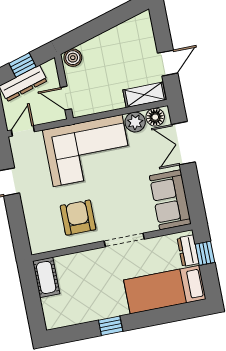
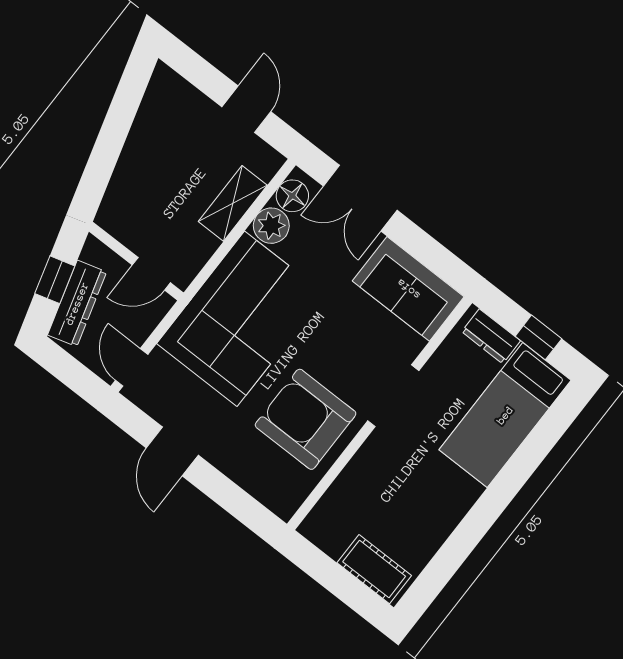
boiler: (73, 58) -> (113, 212), removed
shelving: (145, 95) -> (233, 203), moved
armchair: (78, 218) -> (306, 419), width x1.36, depth x1.36
window: (205, 253) -> (538, 337), moved
cot: (46, 277) -> (374, 569), moved
window: (111, 326) -> (474, 526), removed

